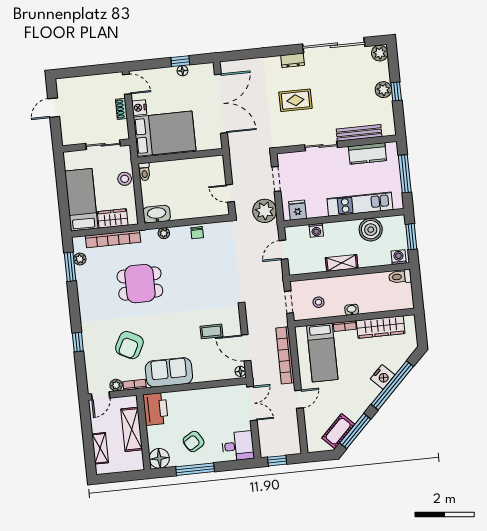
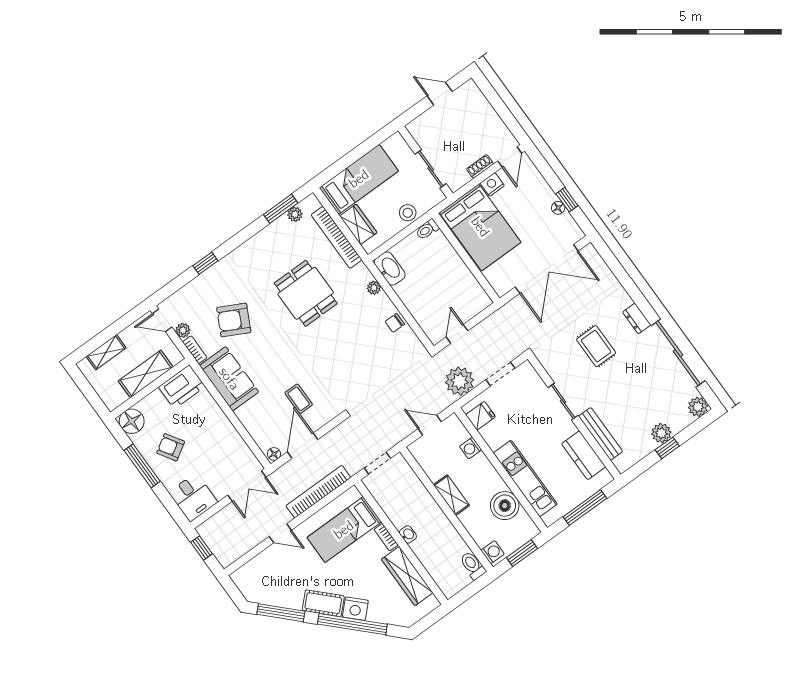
stool: (319, 302) -> (395, 495), removed
cot: (338, 431) -> (323, 603), moved

